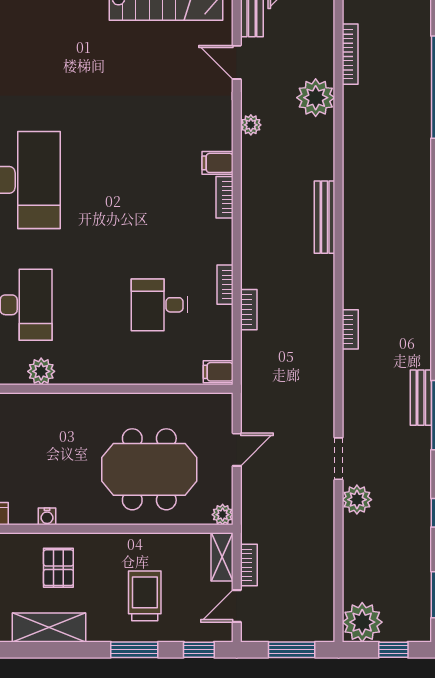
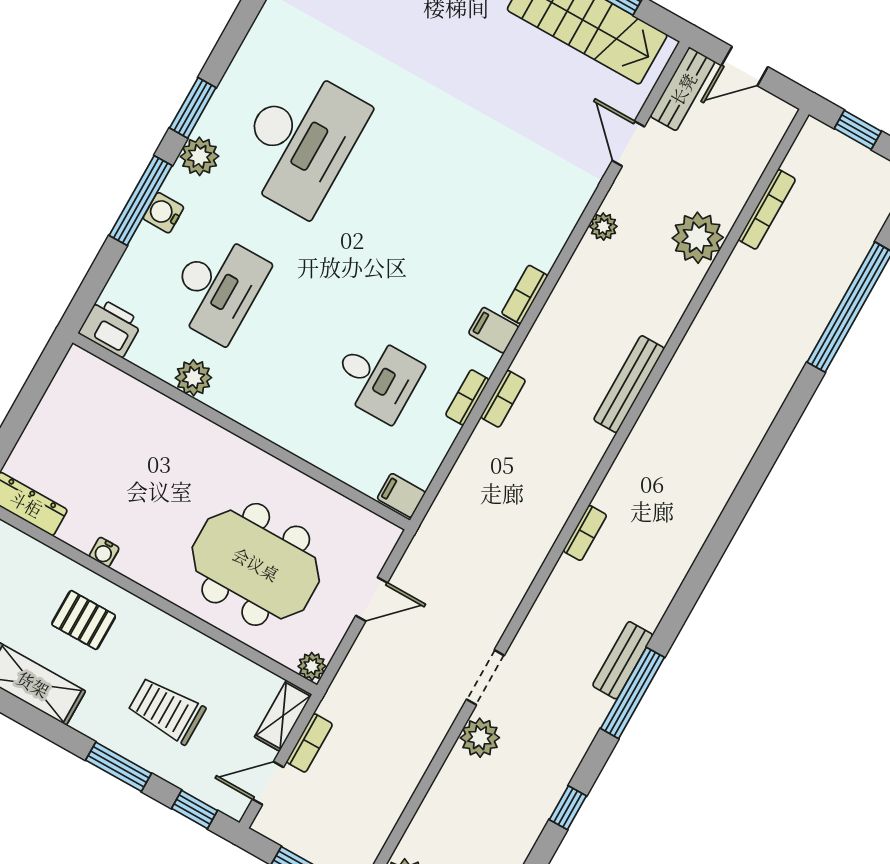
filing cabinet: (218, 163) -> (494, 330), moved
desk: (159, 305) -> (377, 378), turned 180
bookcase: (249, 310) -> (503, 399), moved
pallet: (58, 568) -> (84, 620), turned 90
trolley: (145, 596) -> (167, 710), turned -90

